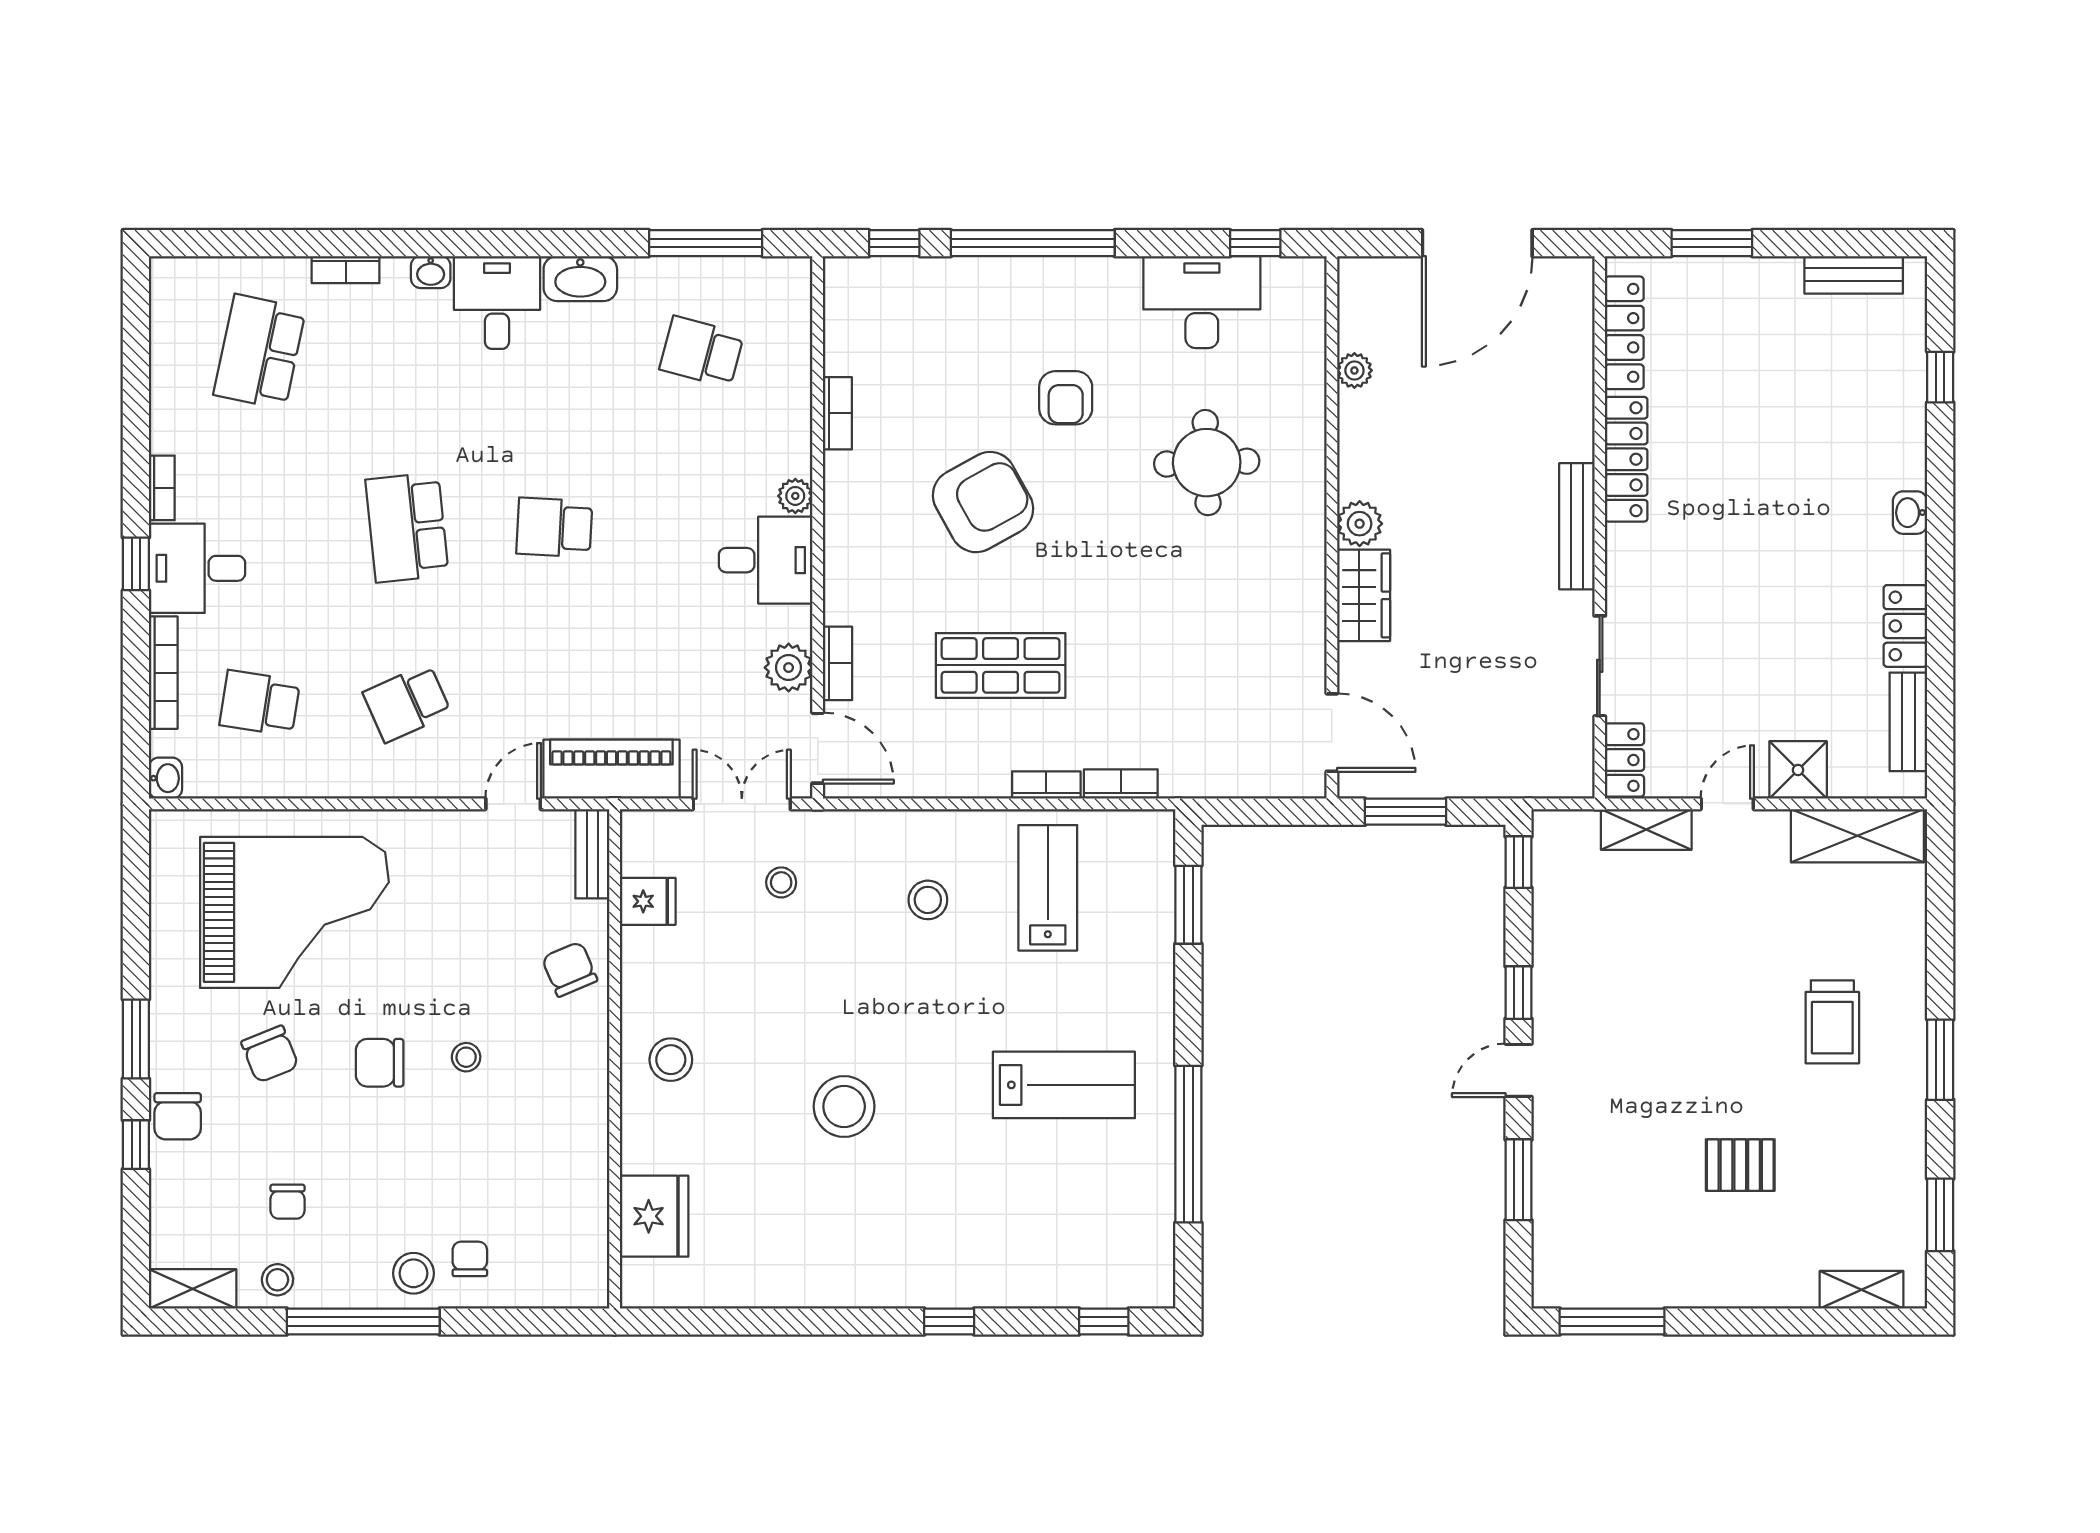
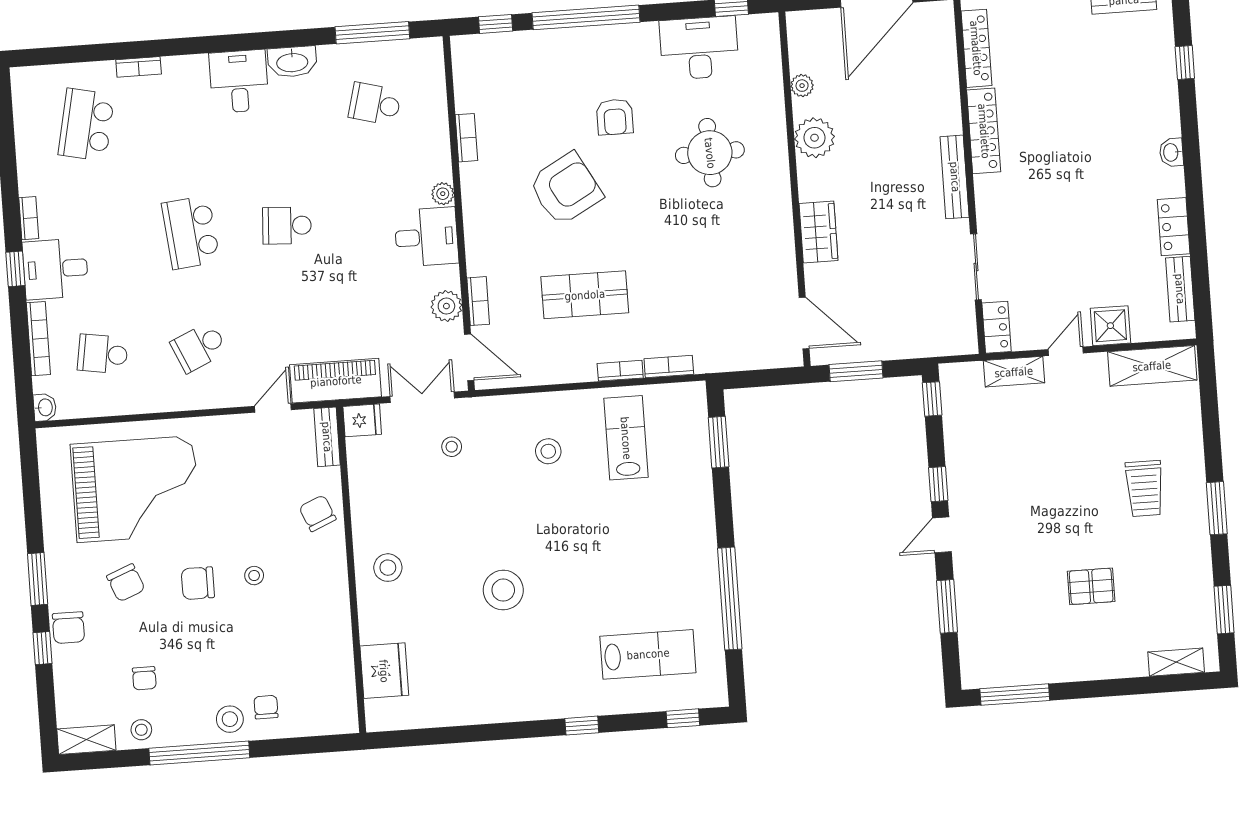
washbasin: (431, 272) -> (194, 65), removed
plant: (1360, 524) -> (815, 138), moved, width x1.36, depth x1.36
fridge: (648, 901) -> (362, 420), moved
lab bench: (1064, 1085) -> (648, 654), moved

